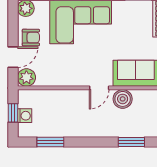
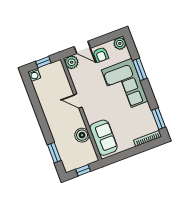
door: (99, 88) -> (78, 101), moved
washing machine: (25, 116) -> (34, 75), moved
window: (50, 142) -> (33, 96), removed

